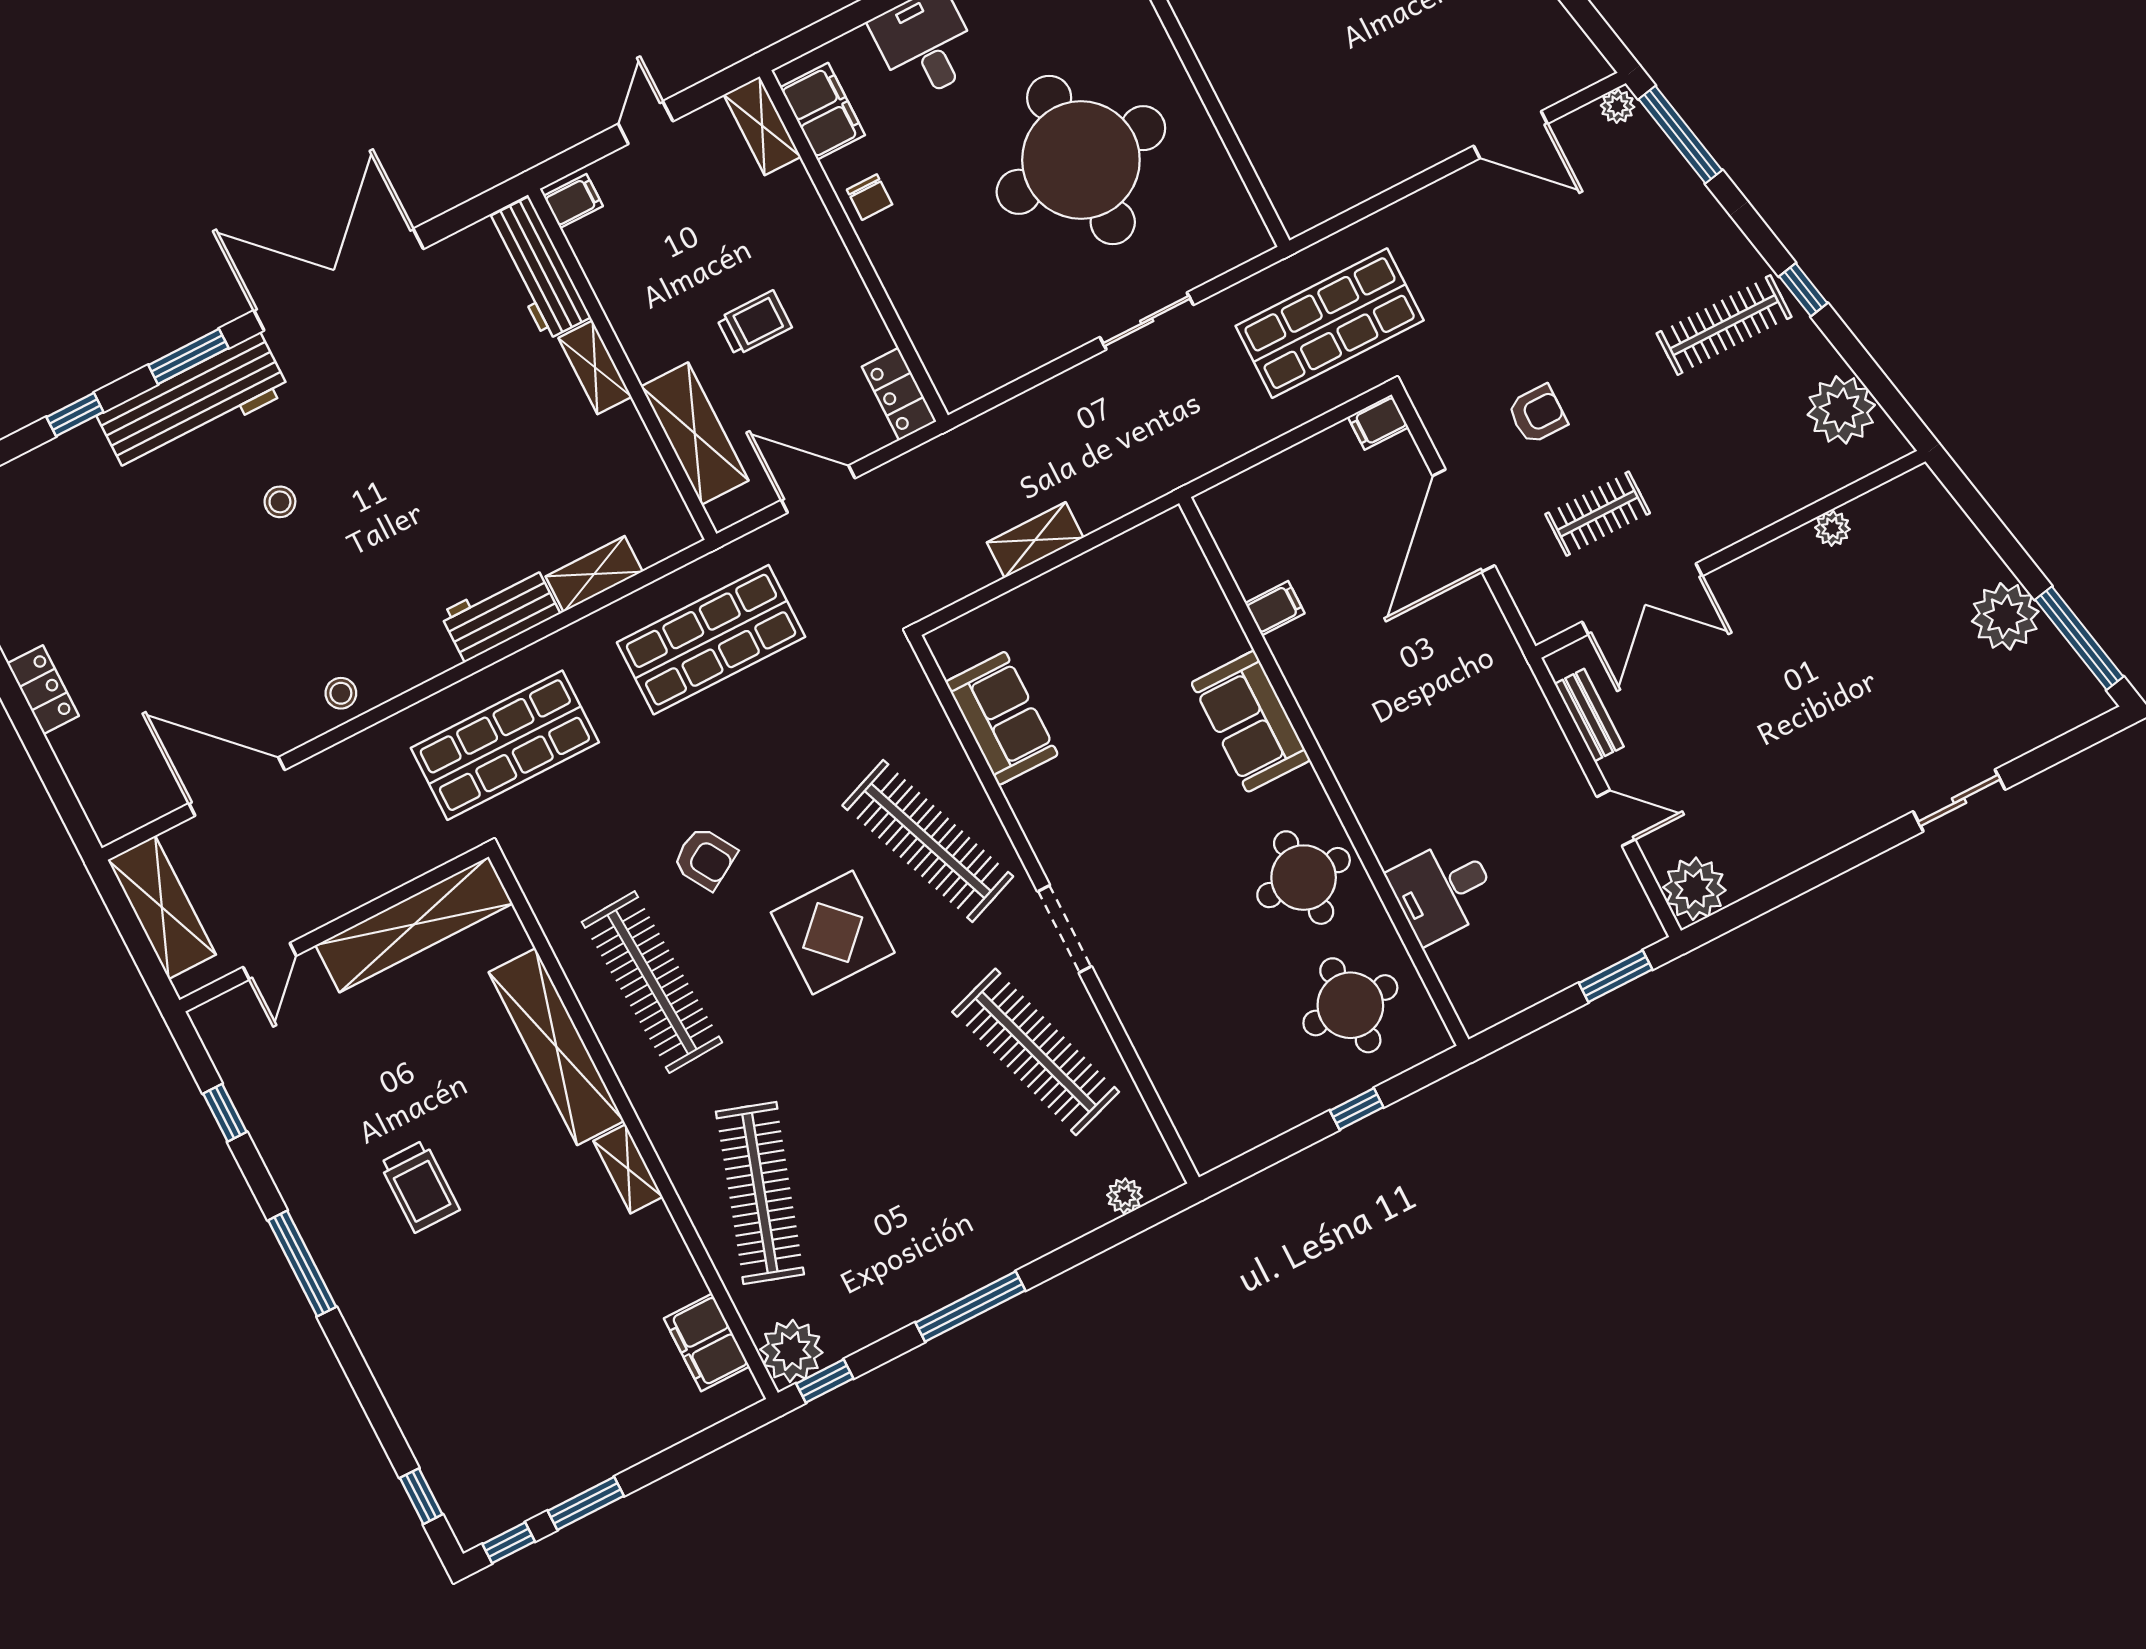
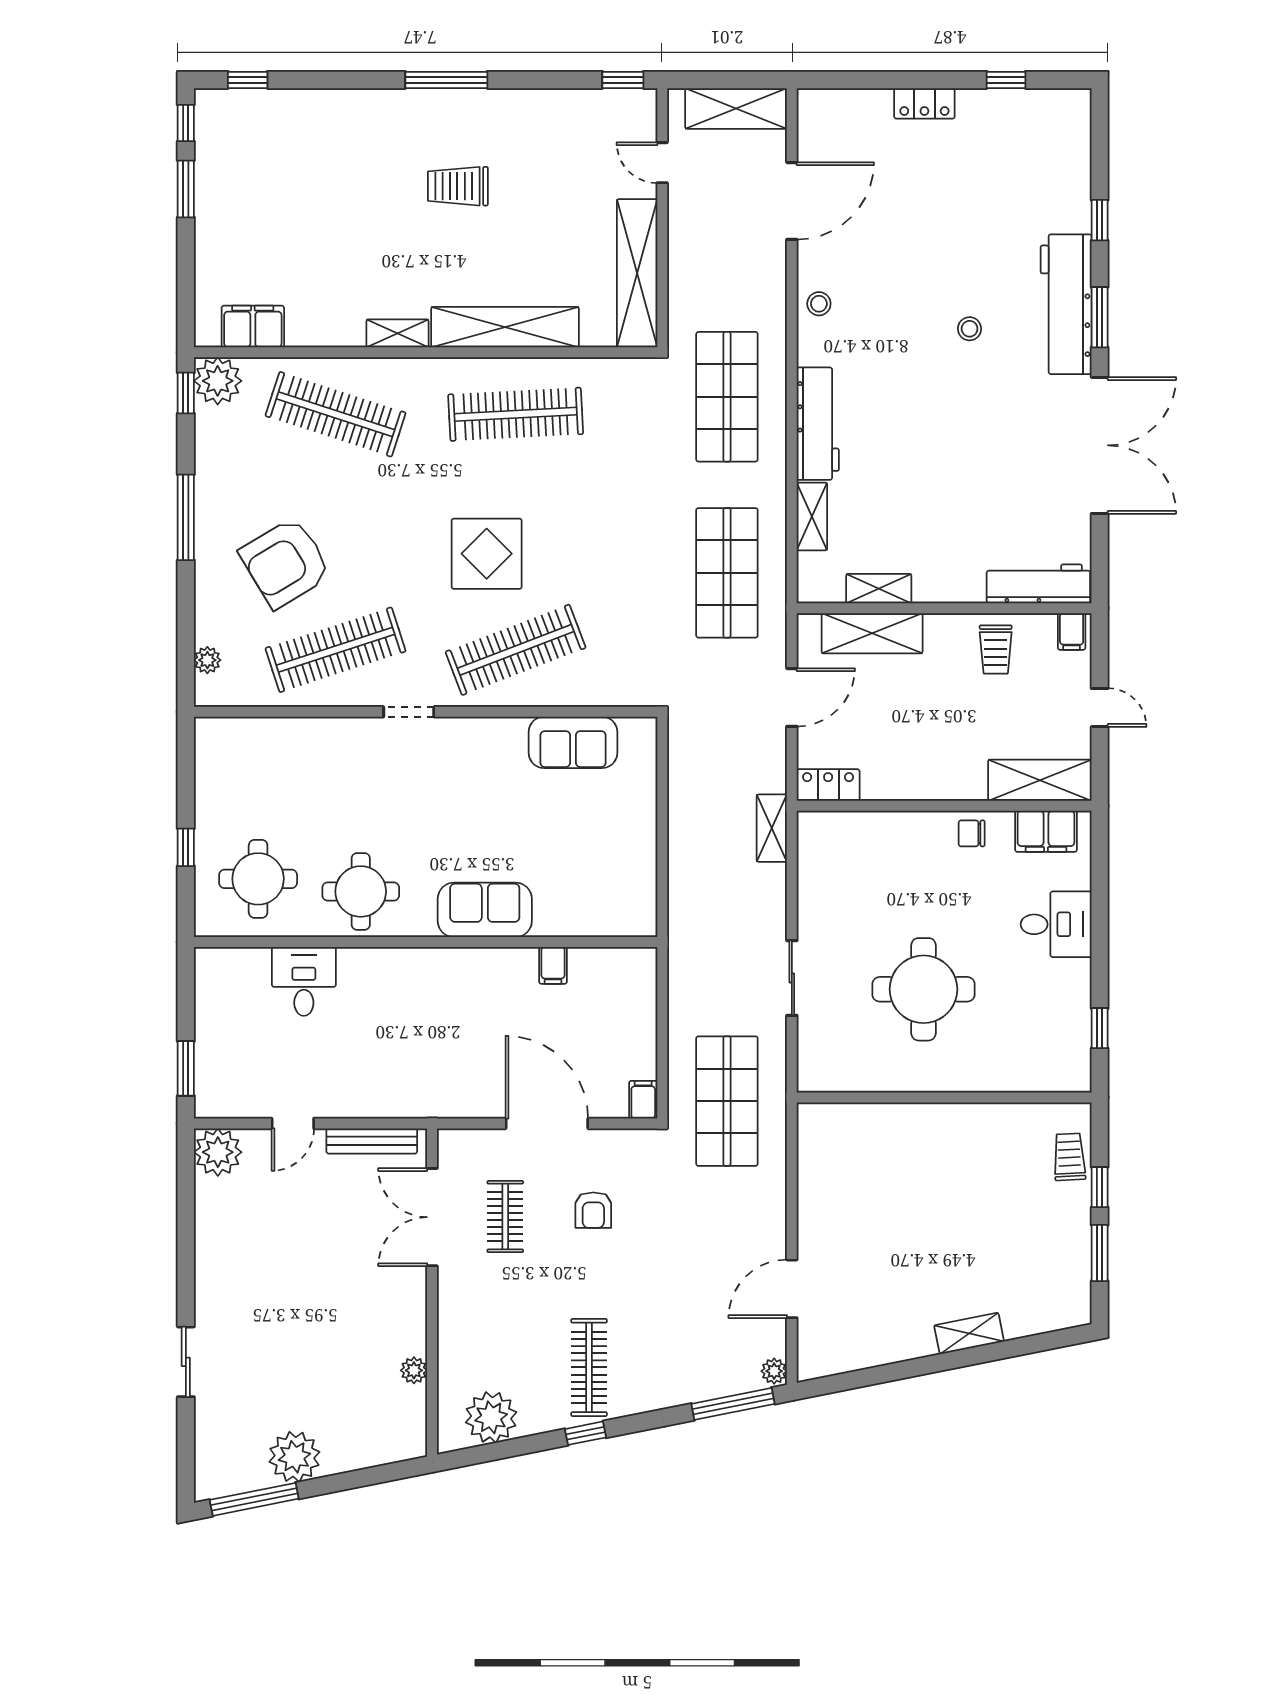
shelving: (762, 126) -> (1040, 780), width x1.50, depth x1.33
round table: (1081, 160) -> (923, 989), width x0.73, depth x0.73
trolley: (754, 323) -> (996, 649), moved
shelving: (595, 367) -> (879, 589), moved
shelving: (1035, 540) -> (772, 828), moved
workbench: (500, 614) -> (818, 424), width x1.38
bench: (1589, 715) -> (372, 1141), width x1.36
armchair: (705, 858) -> (285, 563), moved, width x1.88, depth x1.88
doorway: (1064, 929) -> (409, 712), width x0.73
window: (225, 1113) -> (623, 80), moved

